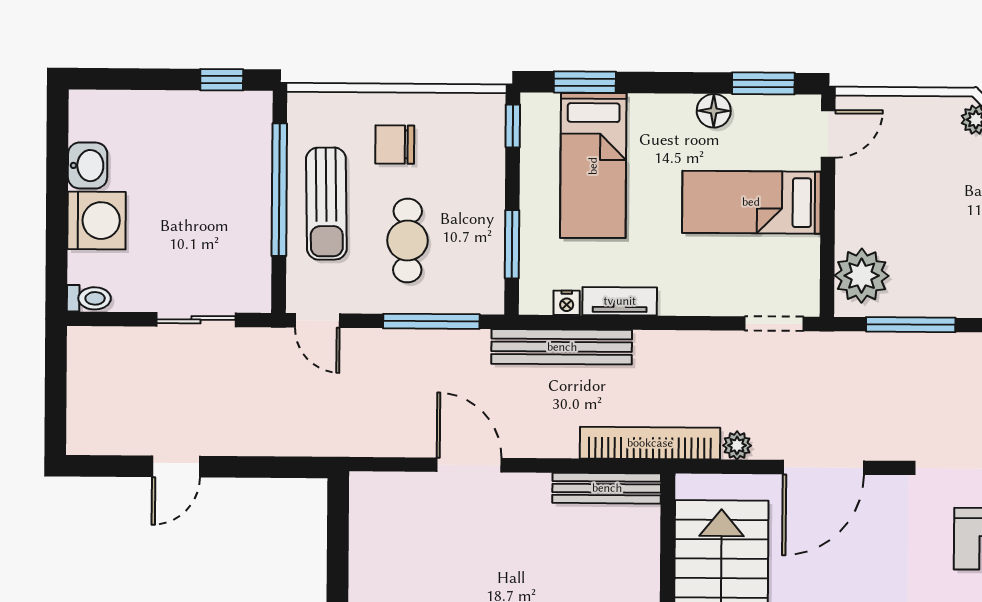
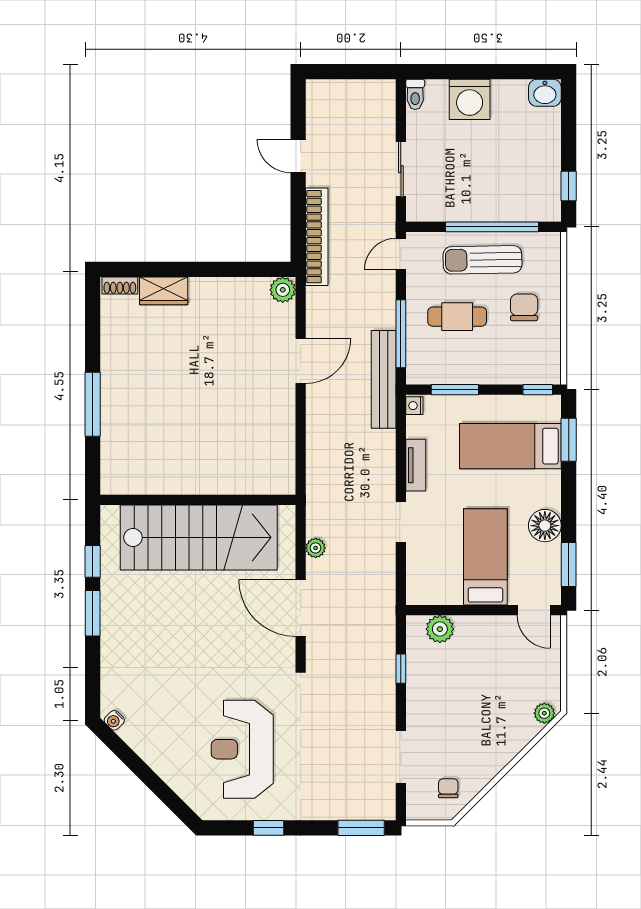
floor lamp: (714, 111) -> (545, 526), width x1.38, depth x1.38
washbasin: (88, 166) -> (545, 93), moved
plant: (862, 276) -> (440, 629), width x0.73, depth x0.73
nightstand: (567, 303) -> (414, 406), moved
doorway: (774, 324) -> (401, 522), moved
window: (911, 325) -> (401, 669), width x0.46
bench: (562, 347) -> (384, 379), moved
bookcase: (650, 443) -> (317, 237), moved
bench: (607, 488) -> (285, 457), removed
plant: (367, 490) -> (283, 290), added

